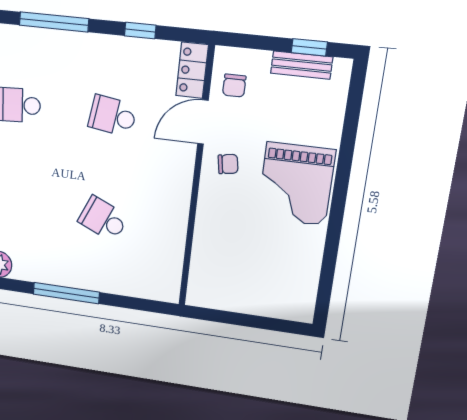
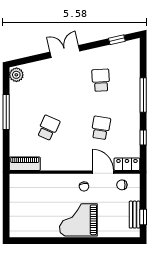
piano: (168, 273) -> (25, 164), added

